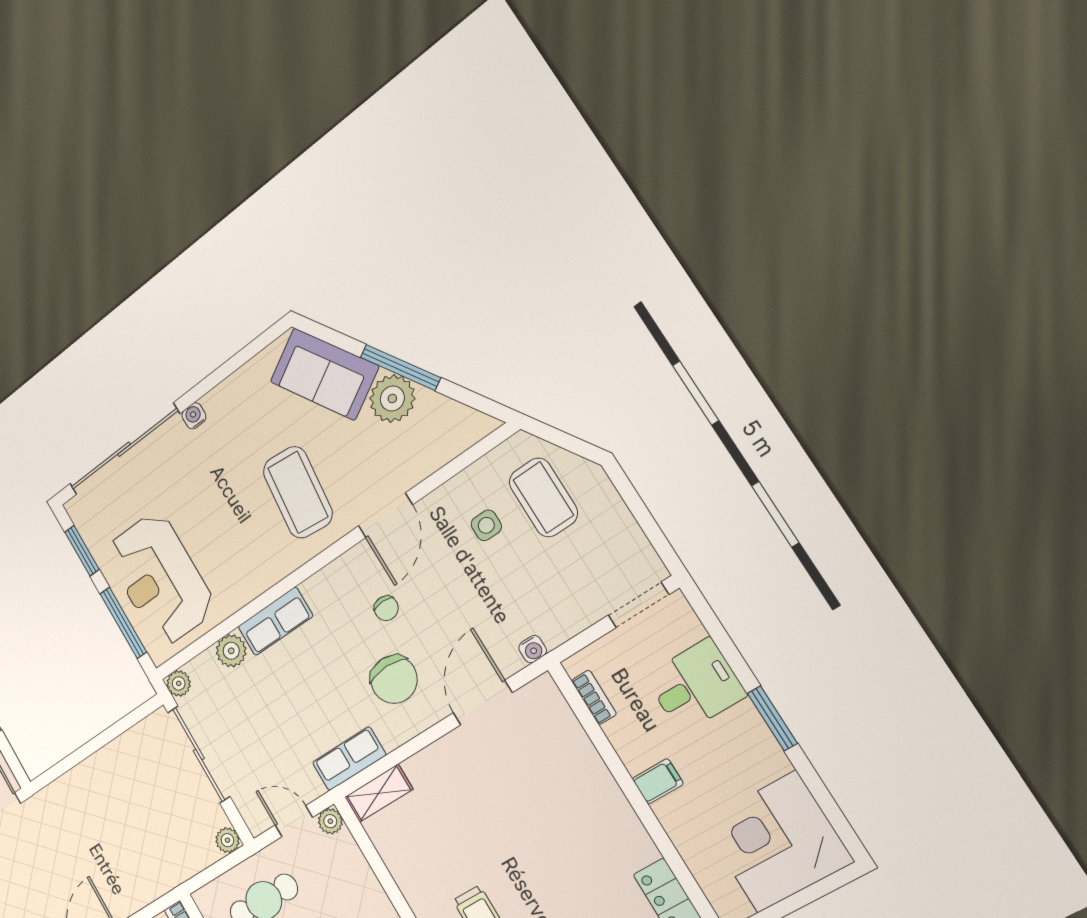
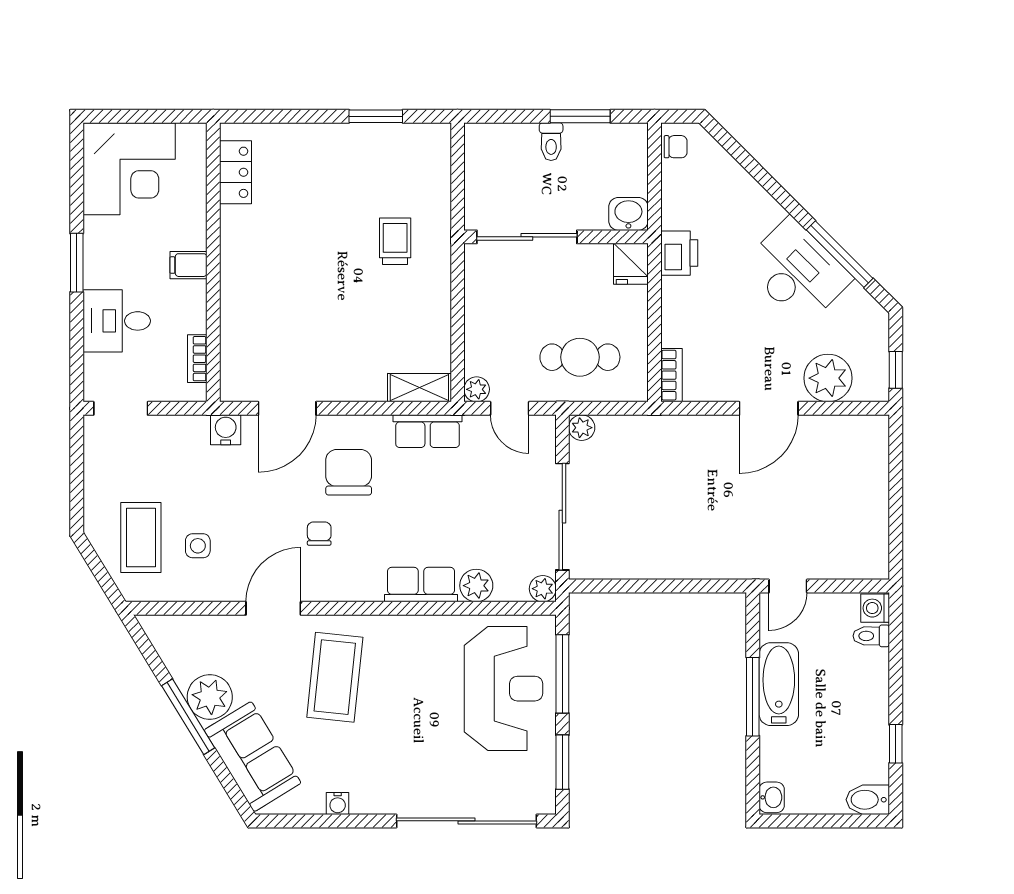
water cooler: (194, 416) -> (338, 803), moved
water cooler: (533, 649) -> (226, 430), width x1.38, depth x1.38

